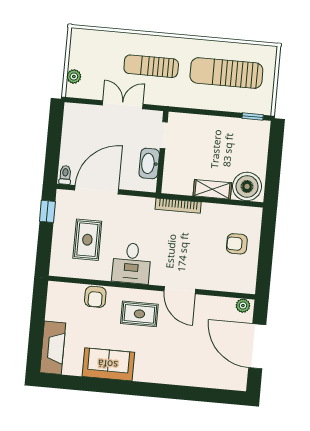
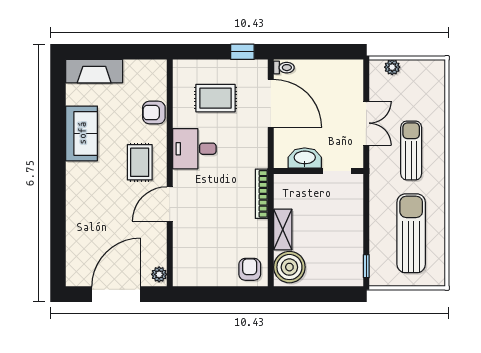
armchair: (237, 244) -> (250, 269), moved

